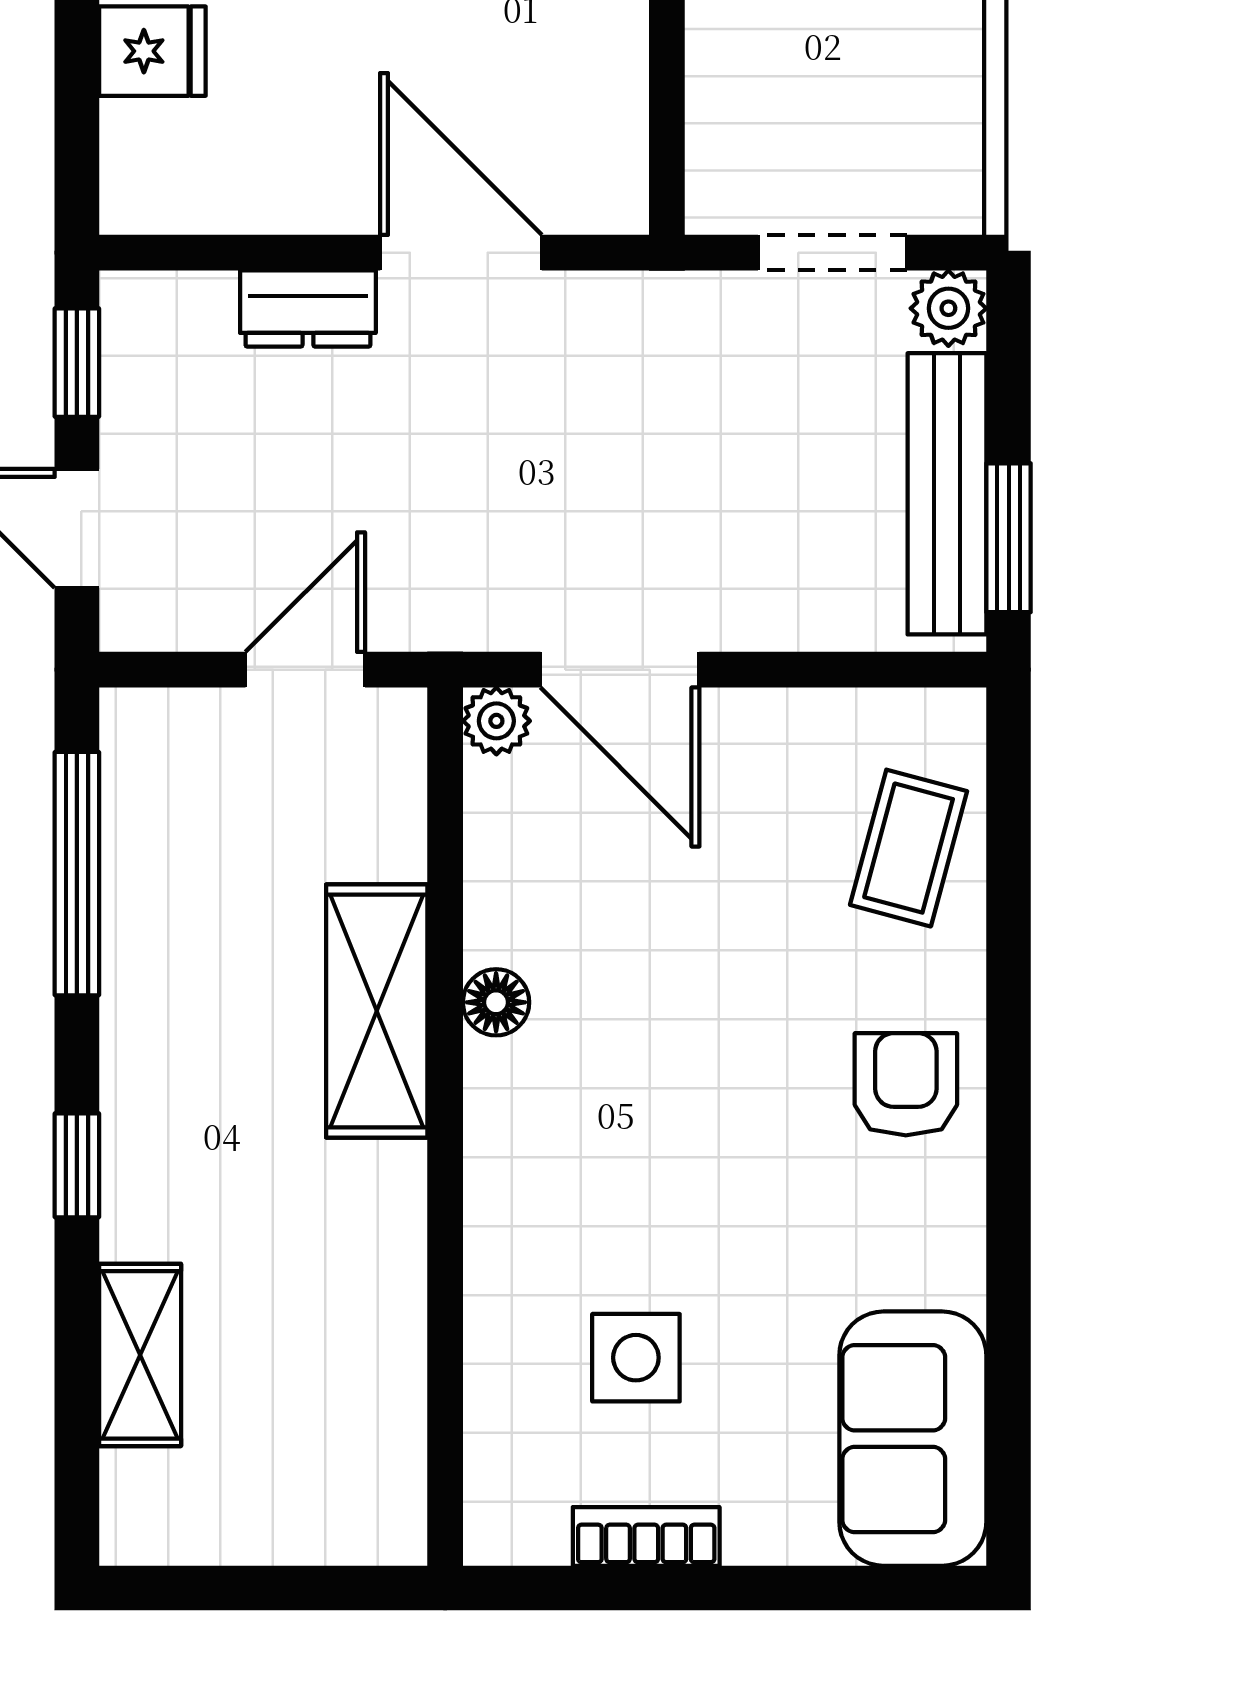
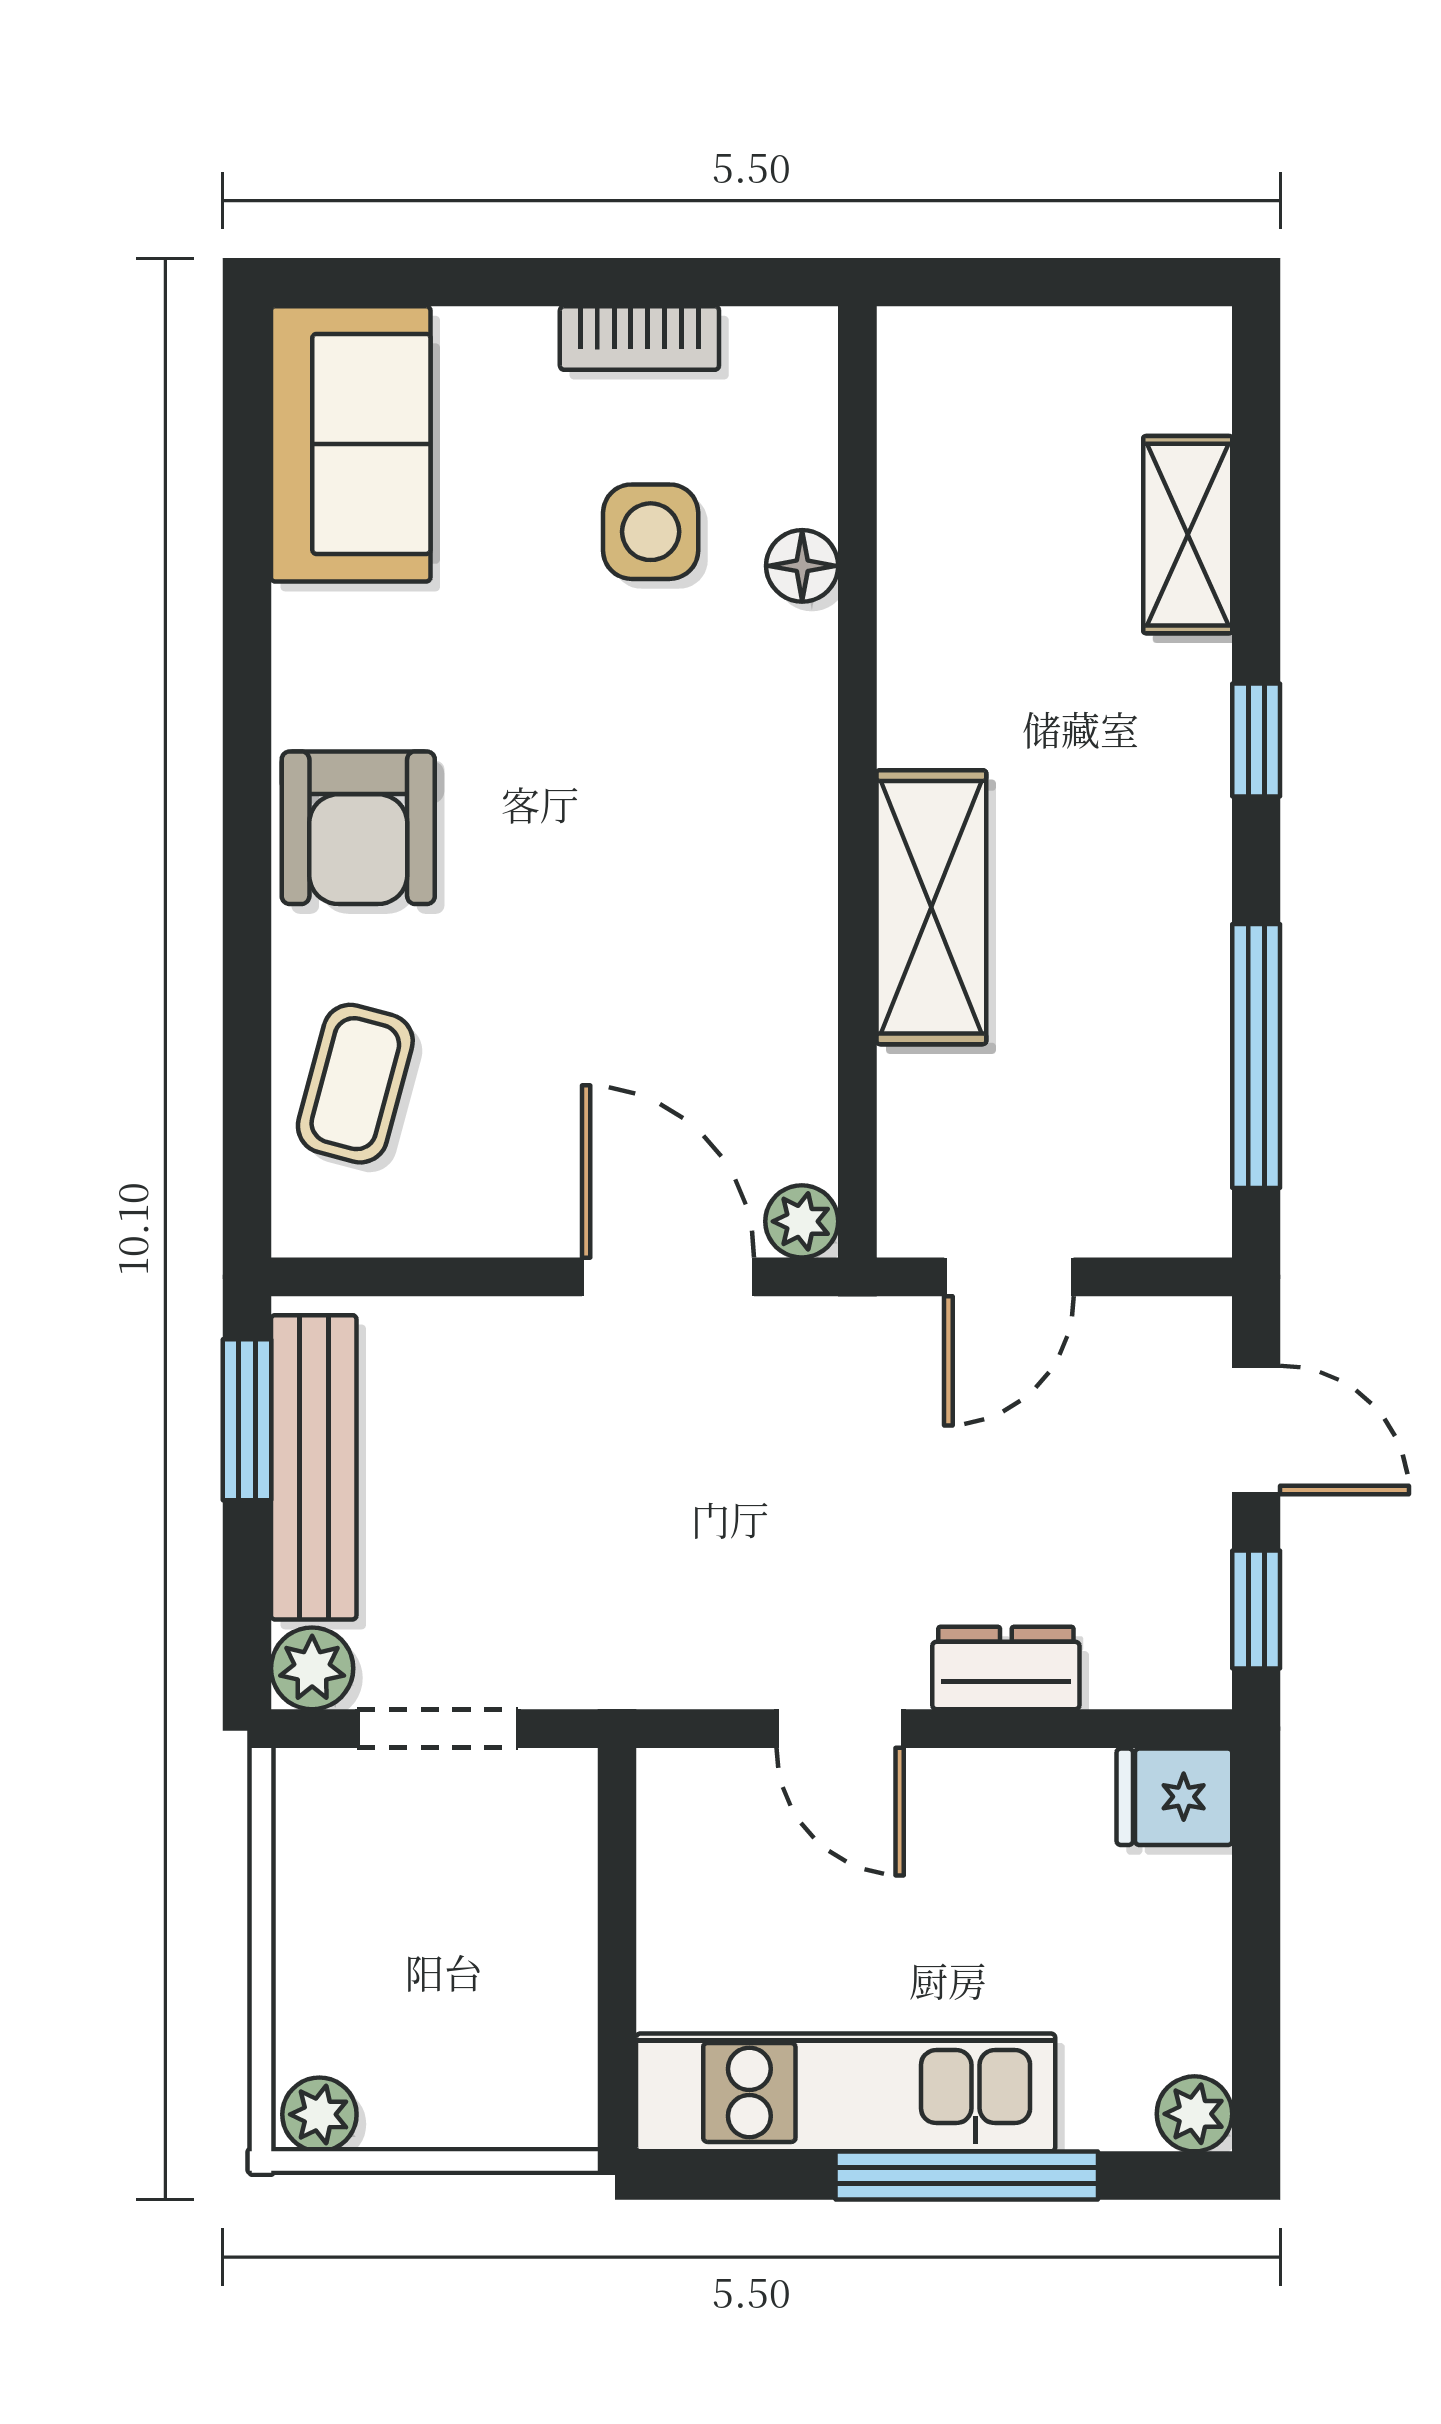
fridge: (152, 51) -> (1174, 1797), moved
door: (461, 253) -> (840, 1729), width x0.73
floor lamp: (496, 1002) -> (802, 566), moved
armchair: (906, 1084) -> (358, 828), width x1.38, depth x1.38

